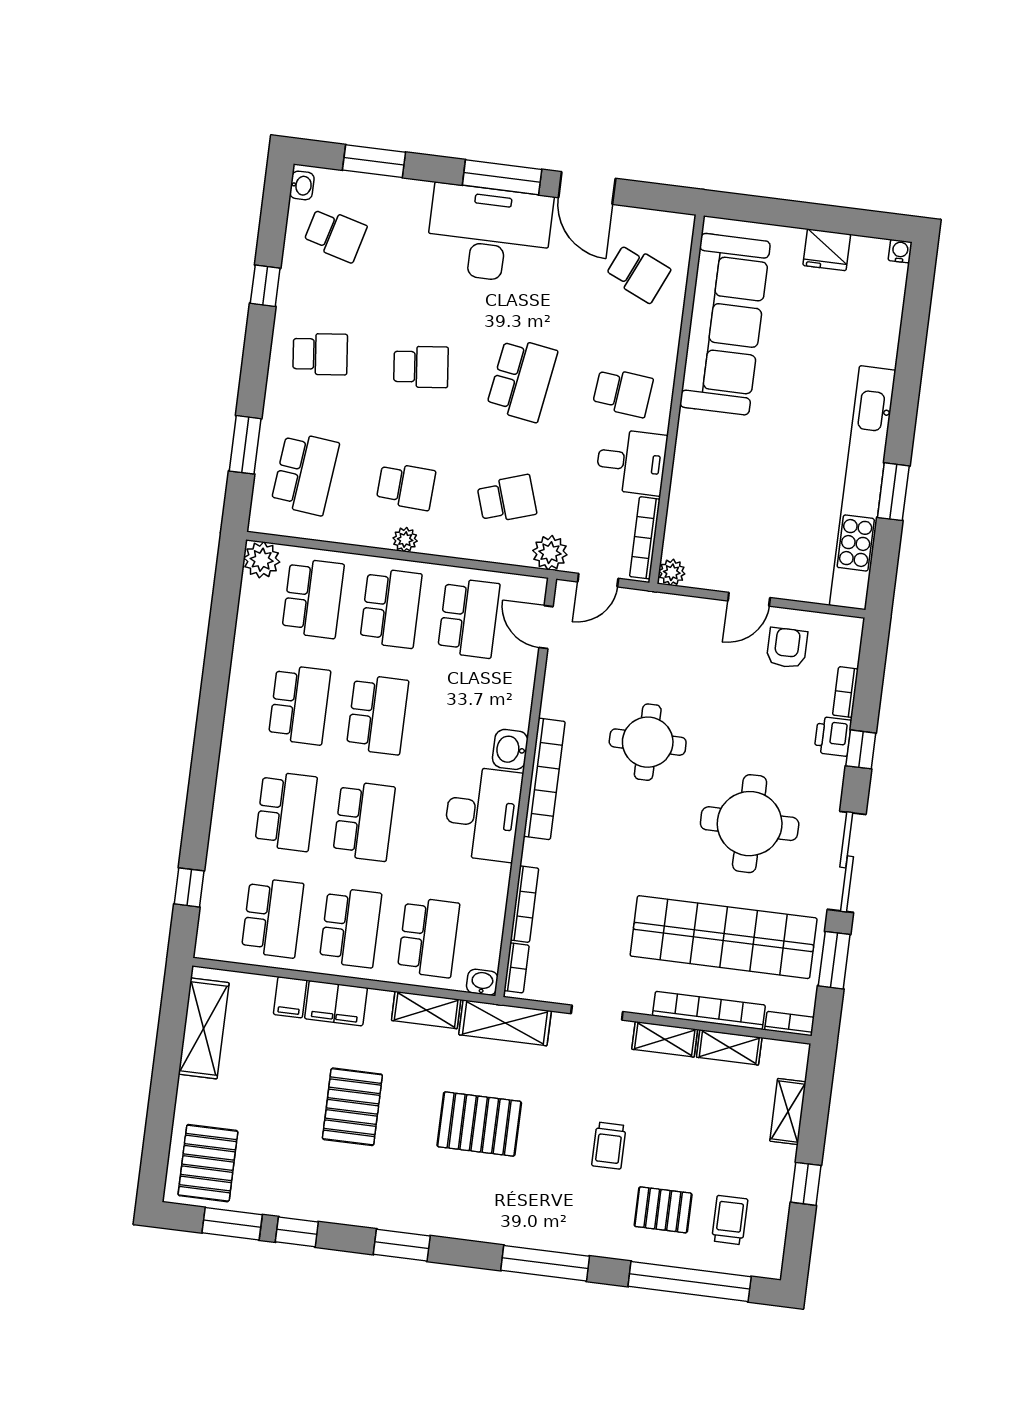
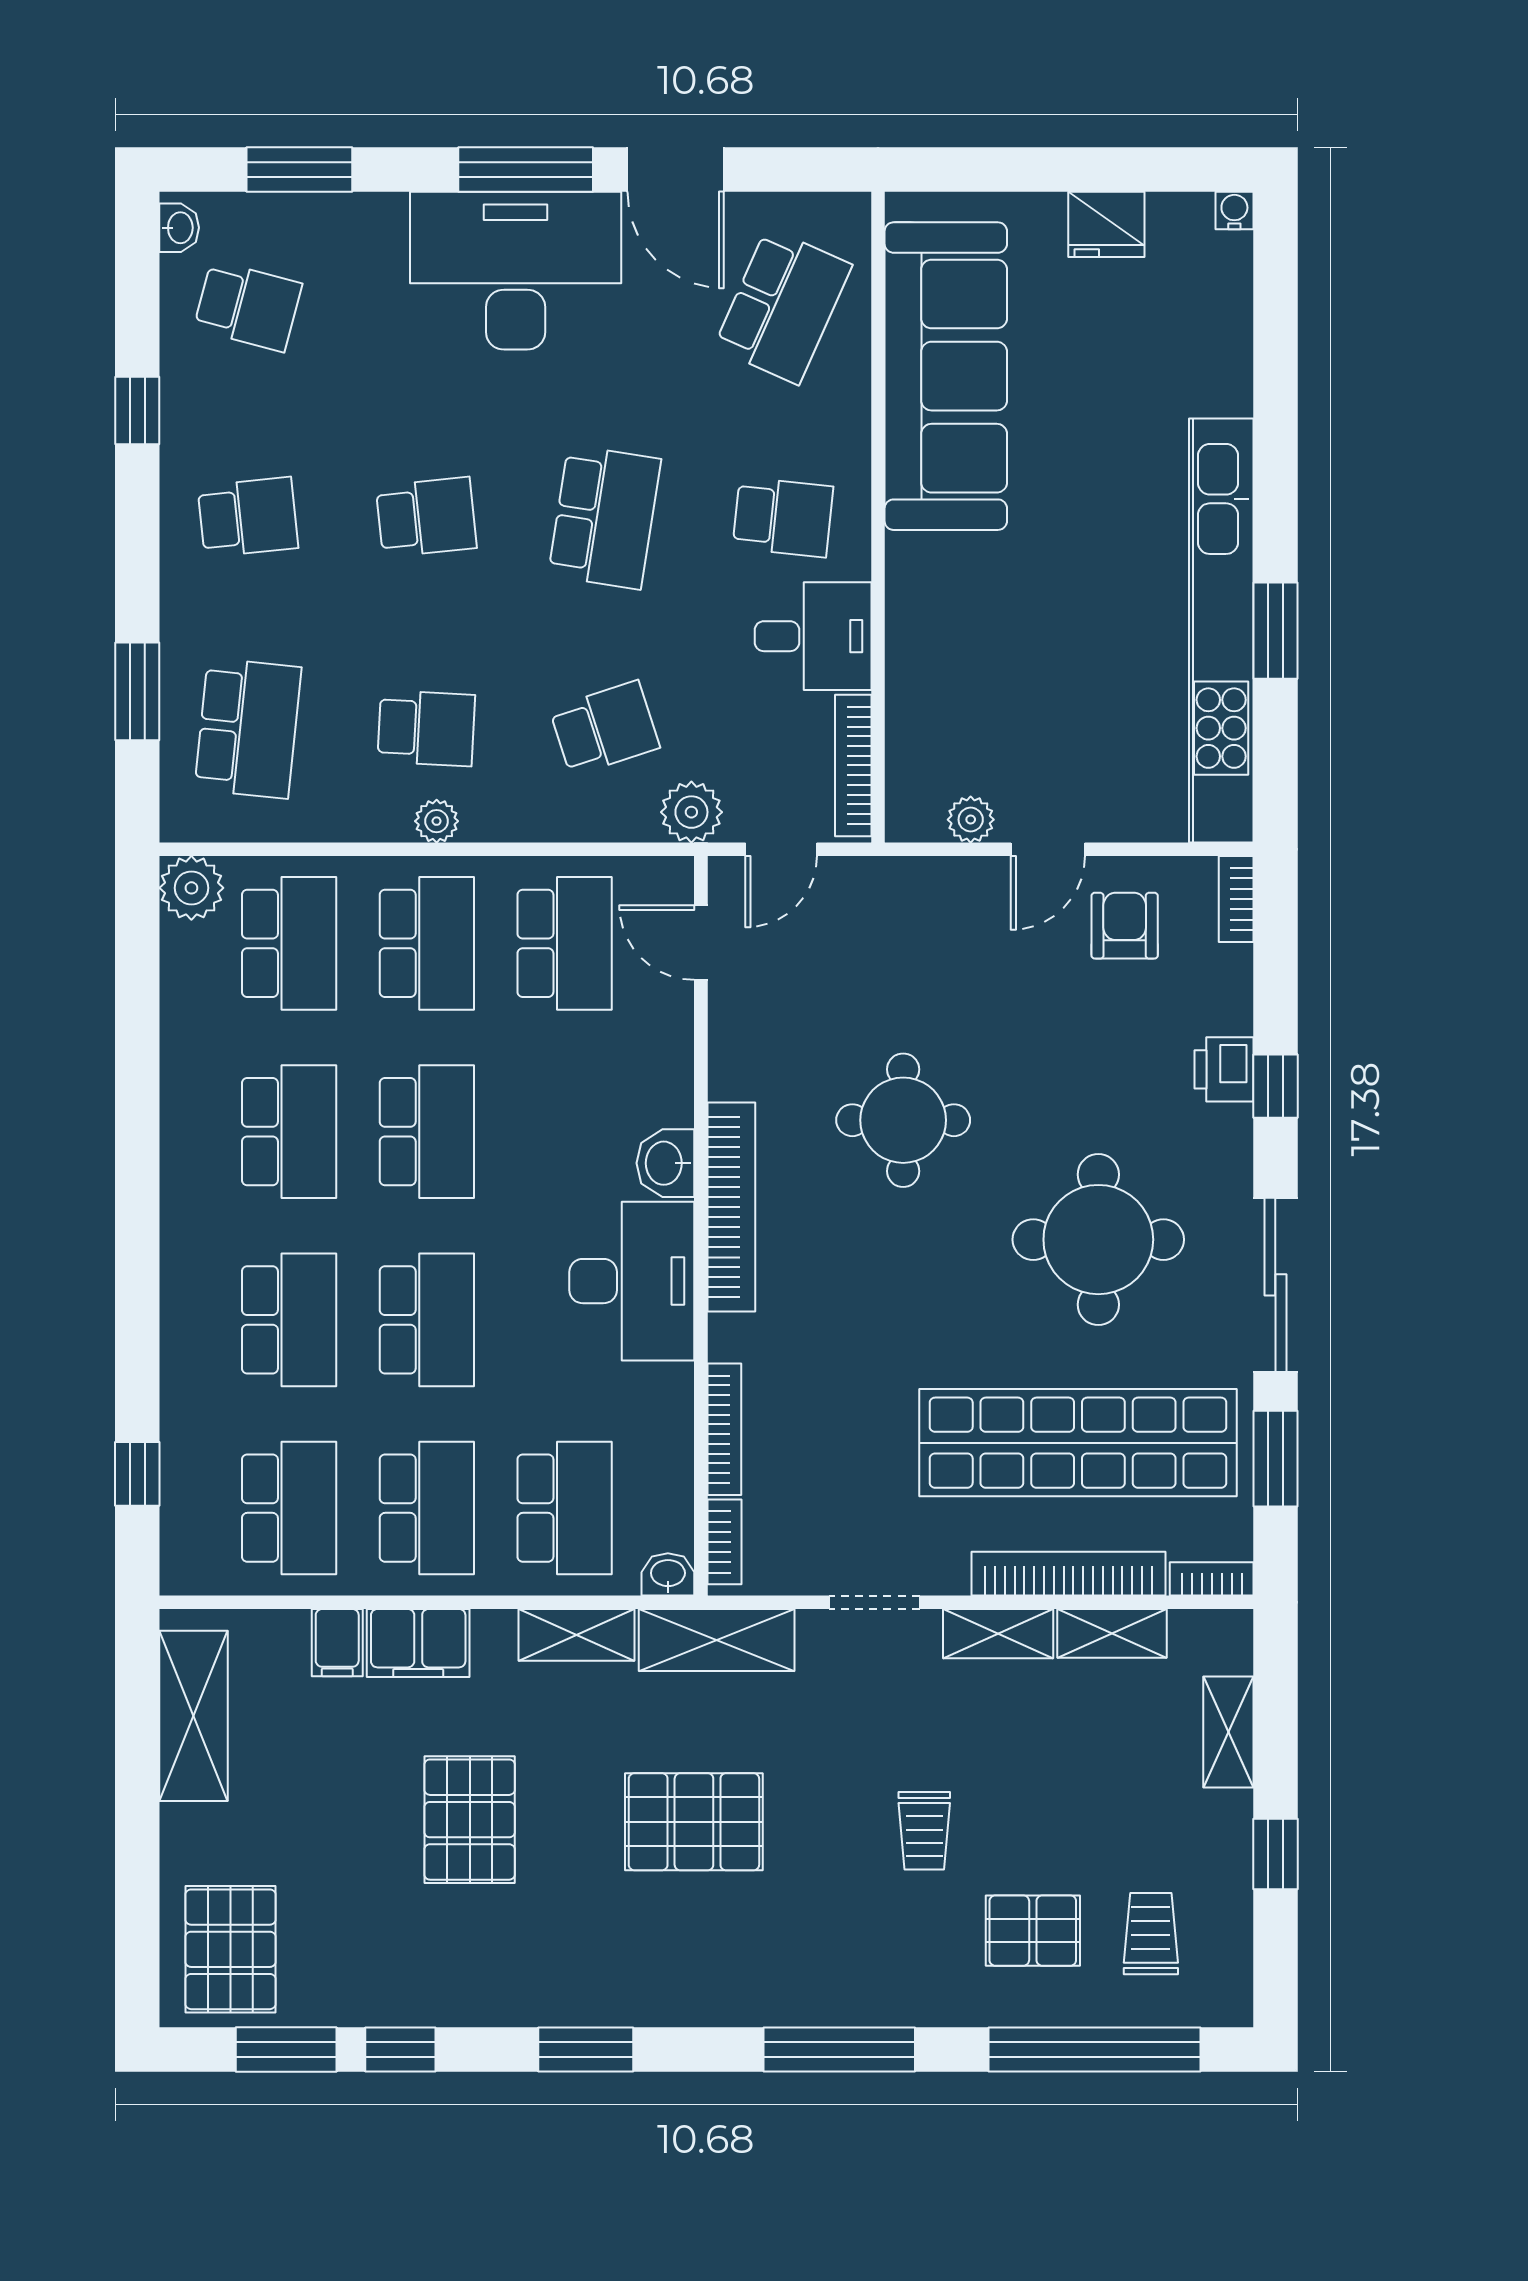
school desk: (638, 273) -> (783, 306), width x1.85
plant: (672, 572) -> (971, 820), moved
bookcase: (845, 692) -> (1236, 899), moved

